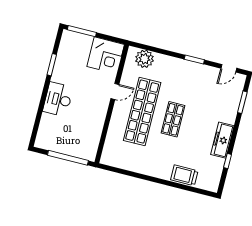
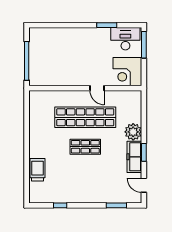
plant: (144, 59) -> (133, 132), moved
desk: (58, 99) -> (125, 39), moved
freezer: (222, 140) -> (134, 157), moved, turned -90

